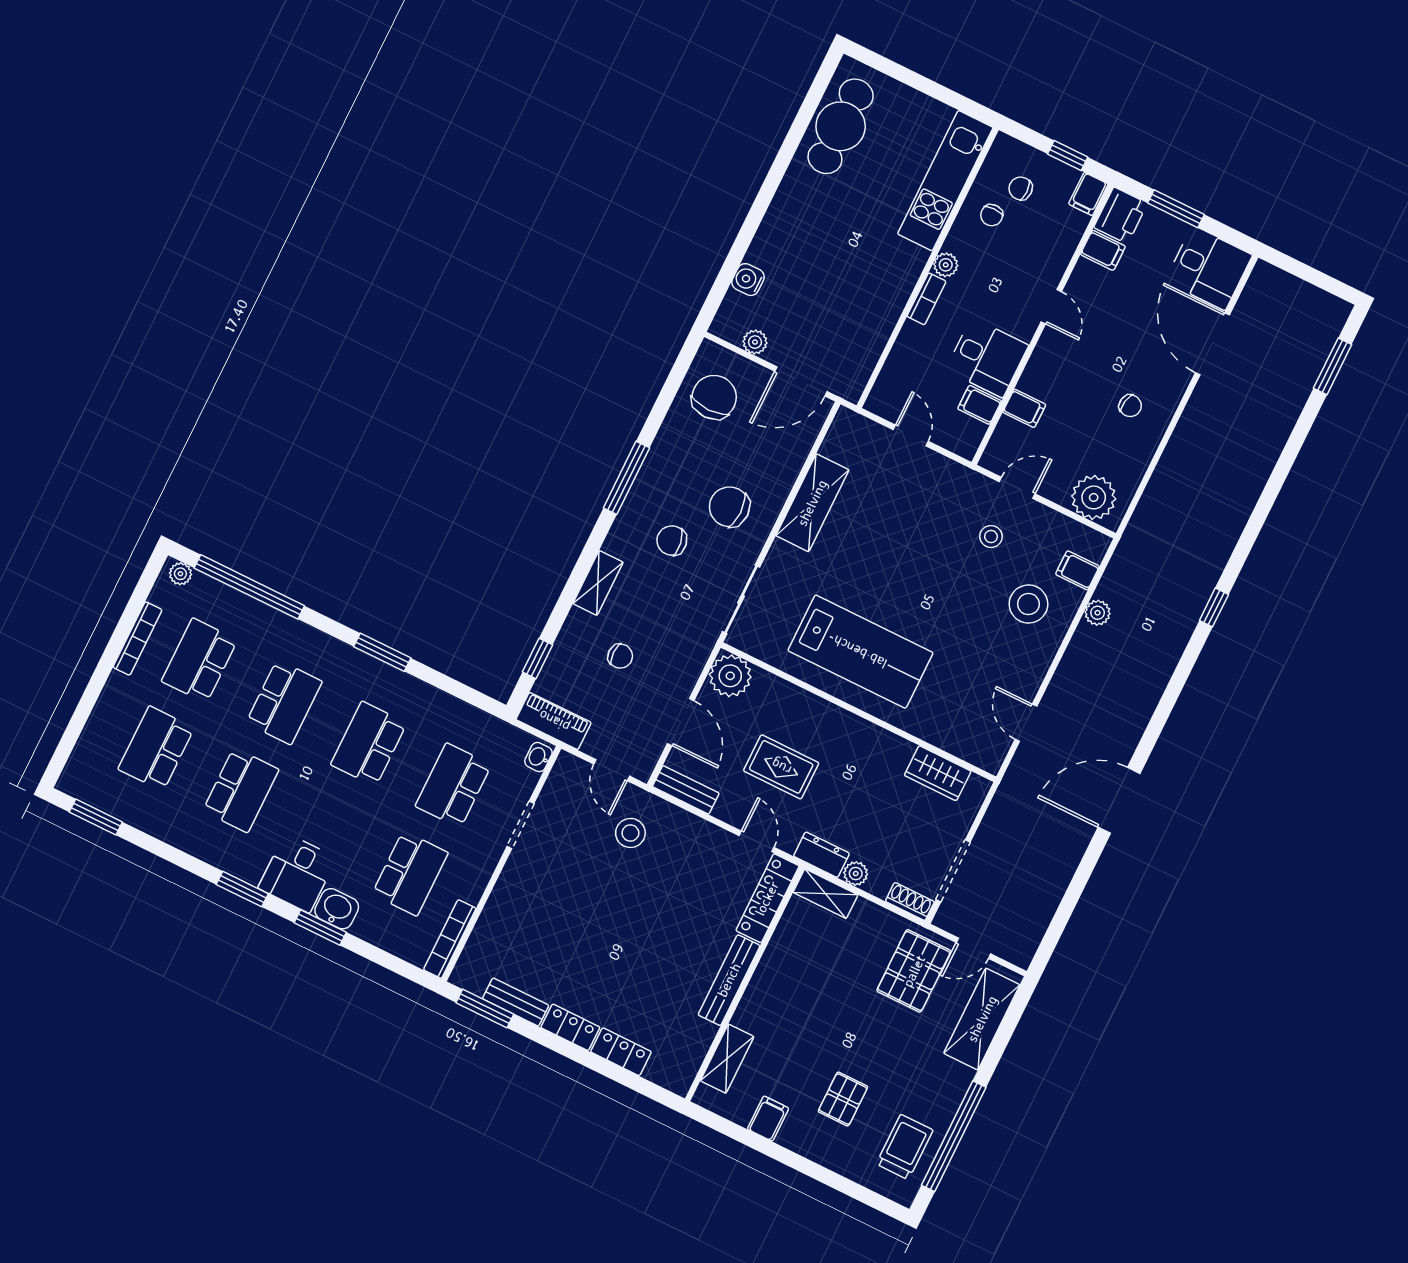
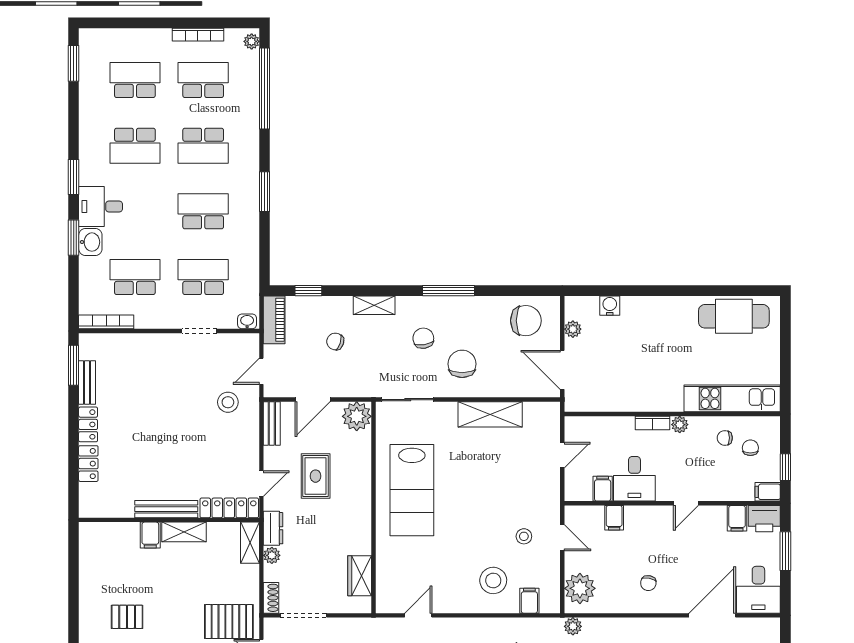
plant: (1098, 613) -> (573, 626), moved
chair: (620, 656) -> (335, 341), turned 108
school desk: (410, 873) -> (135, 277), turned 180
shelving: (727, 1059) -> (184, 532), moved
filing cabinet: (768, 1119) -> (150, 535), moved, turned 90

